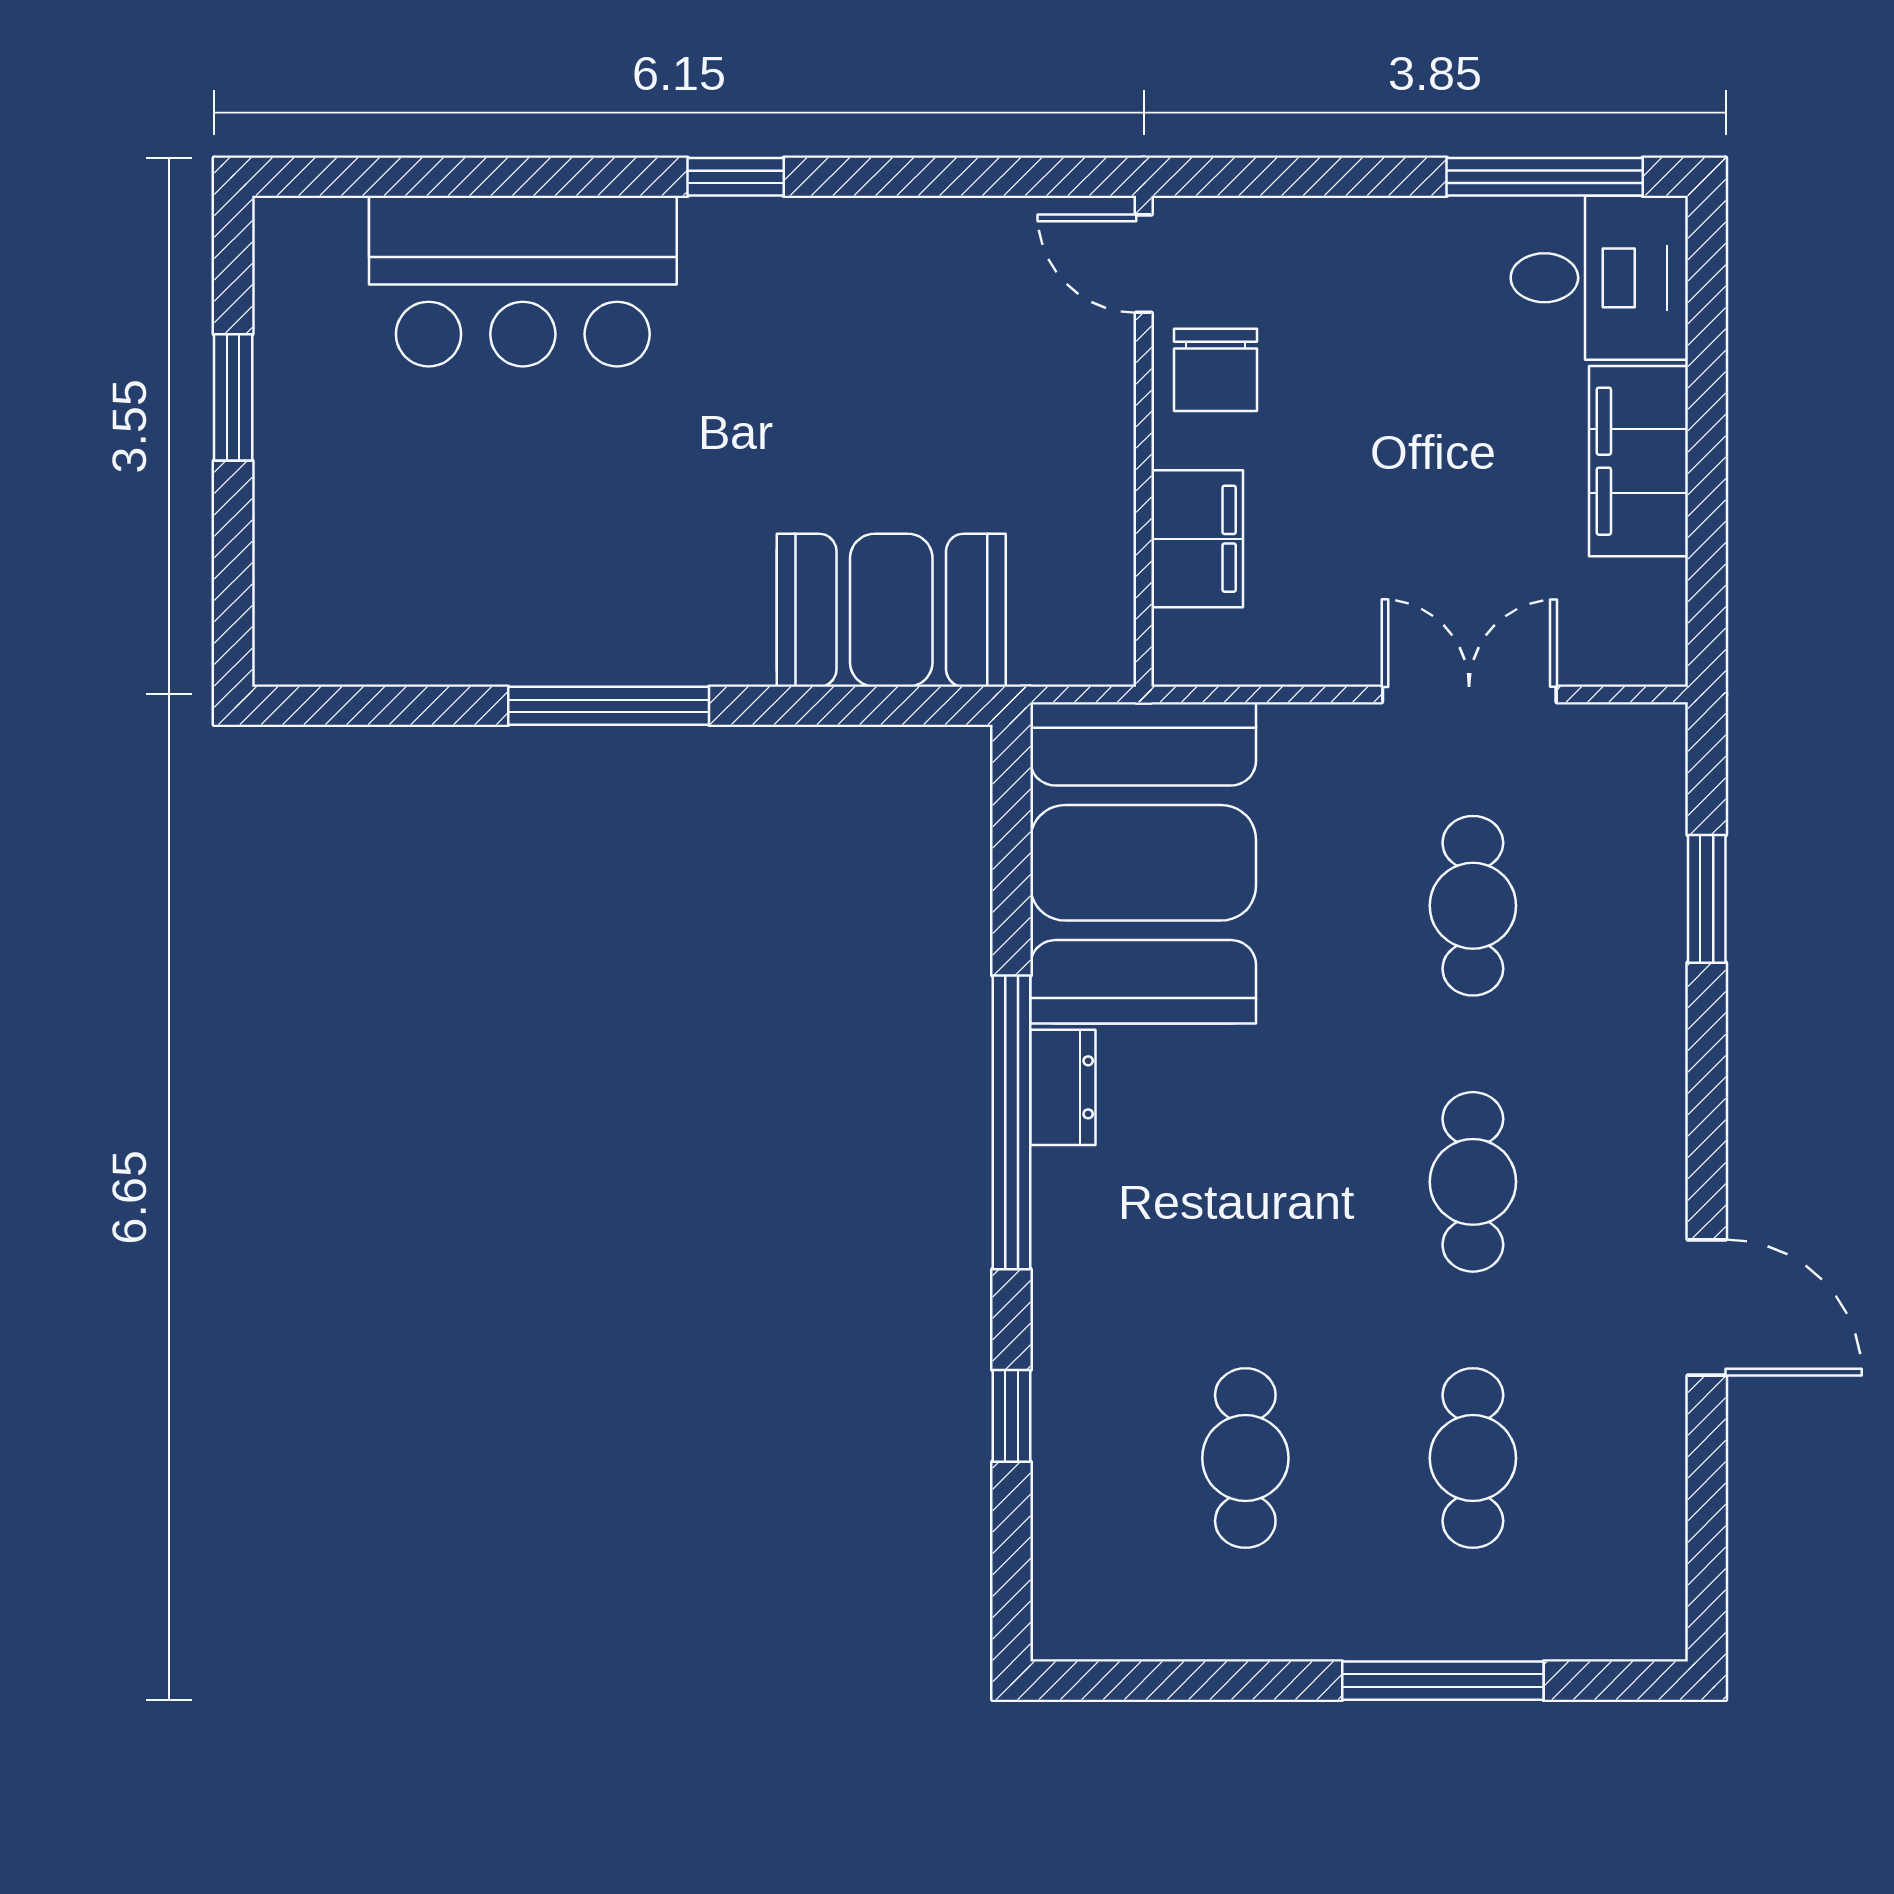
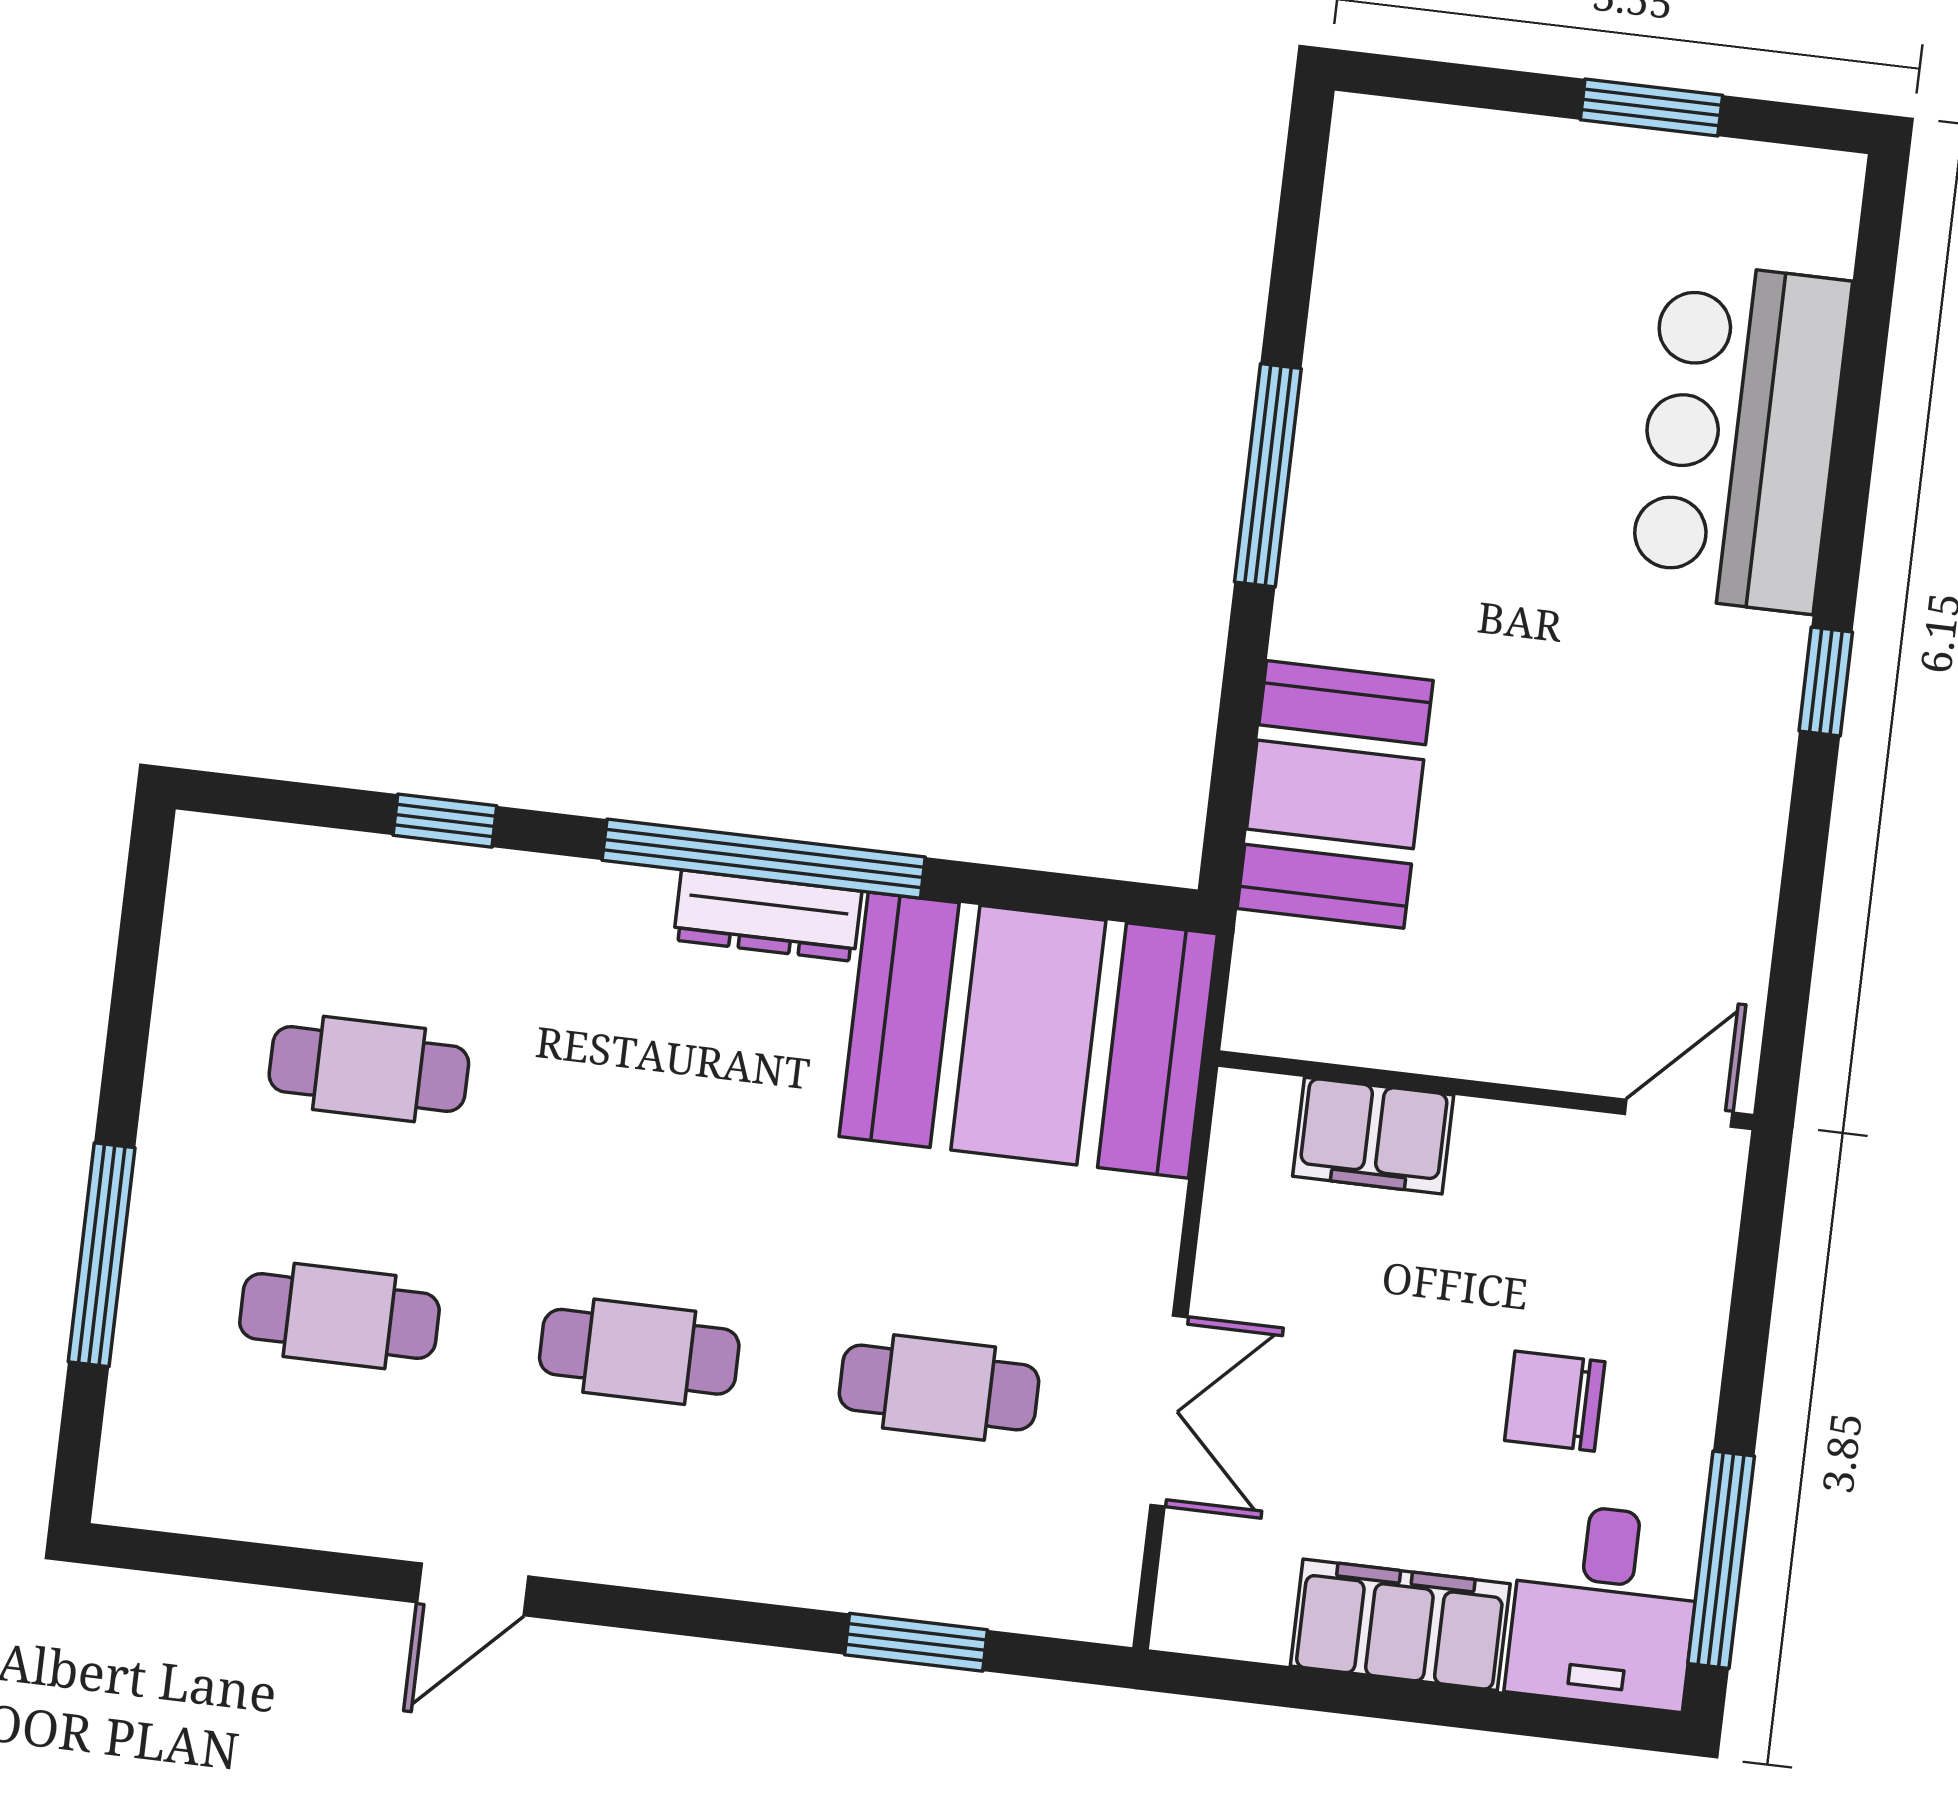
chair: (1215, 370) -> (1555, 1401), moved
dresser: (1063, 1087) -> (768, 916), width x1.44
door: (1707, 1307) -> (473, 1589), width x0.73

